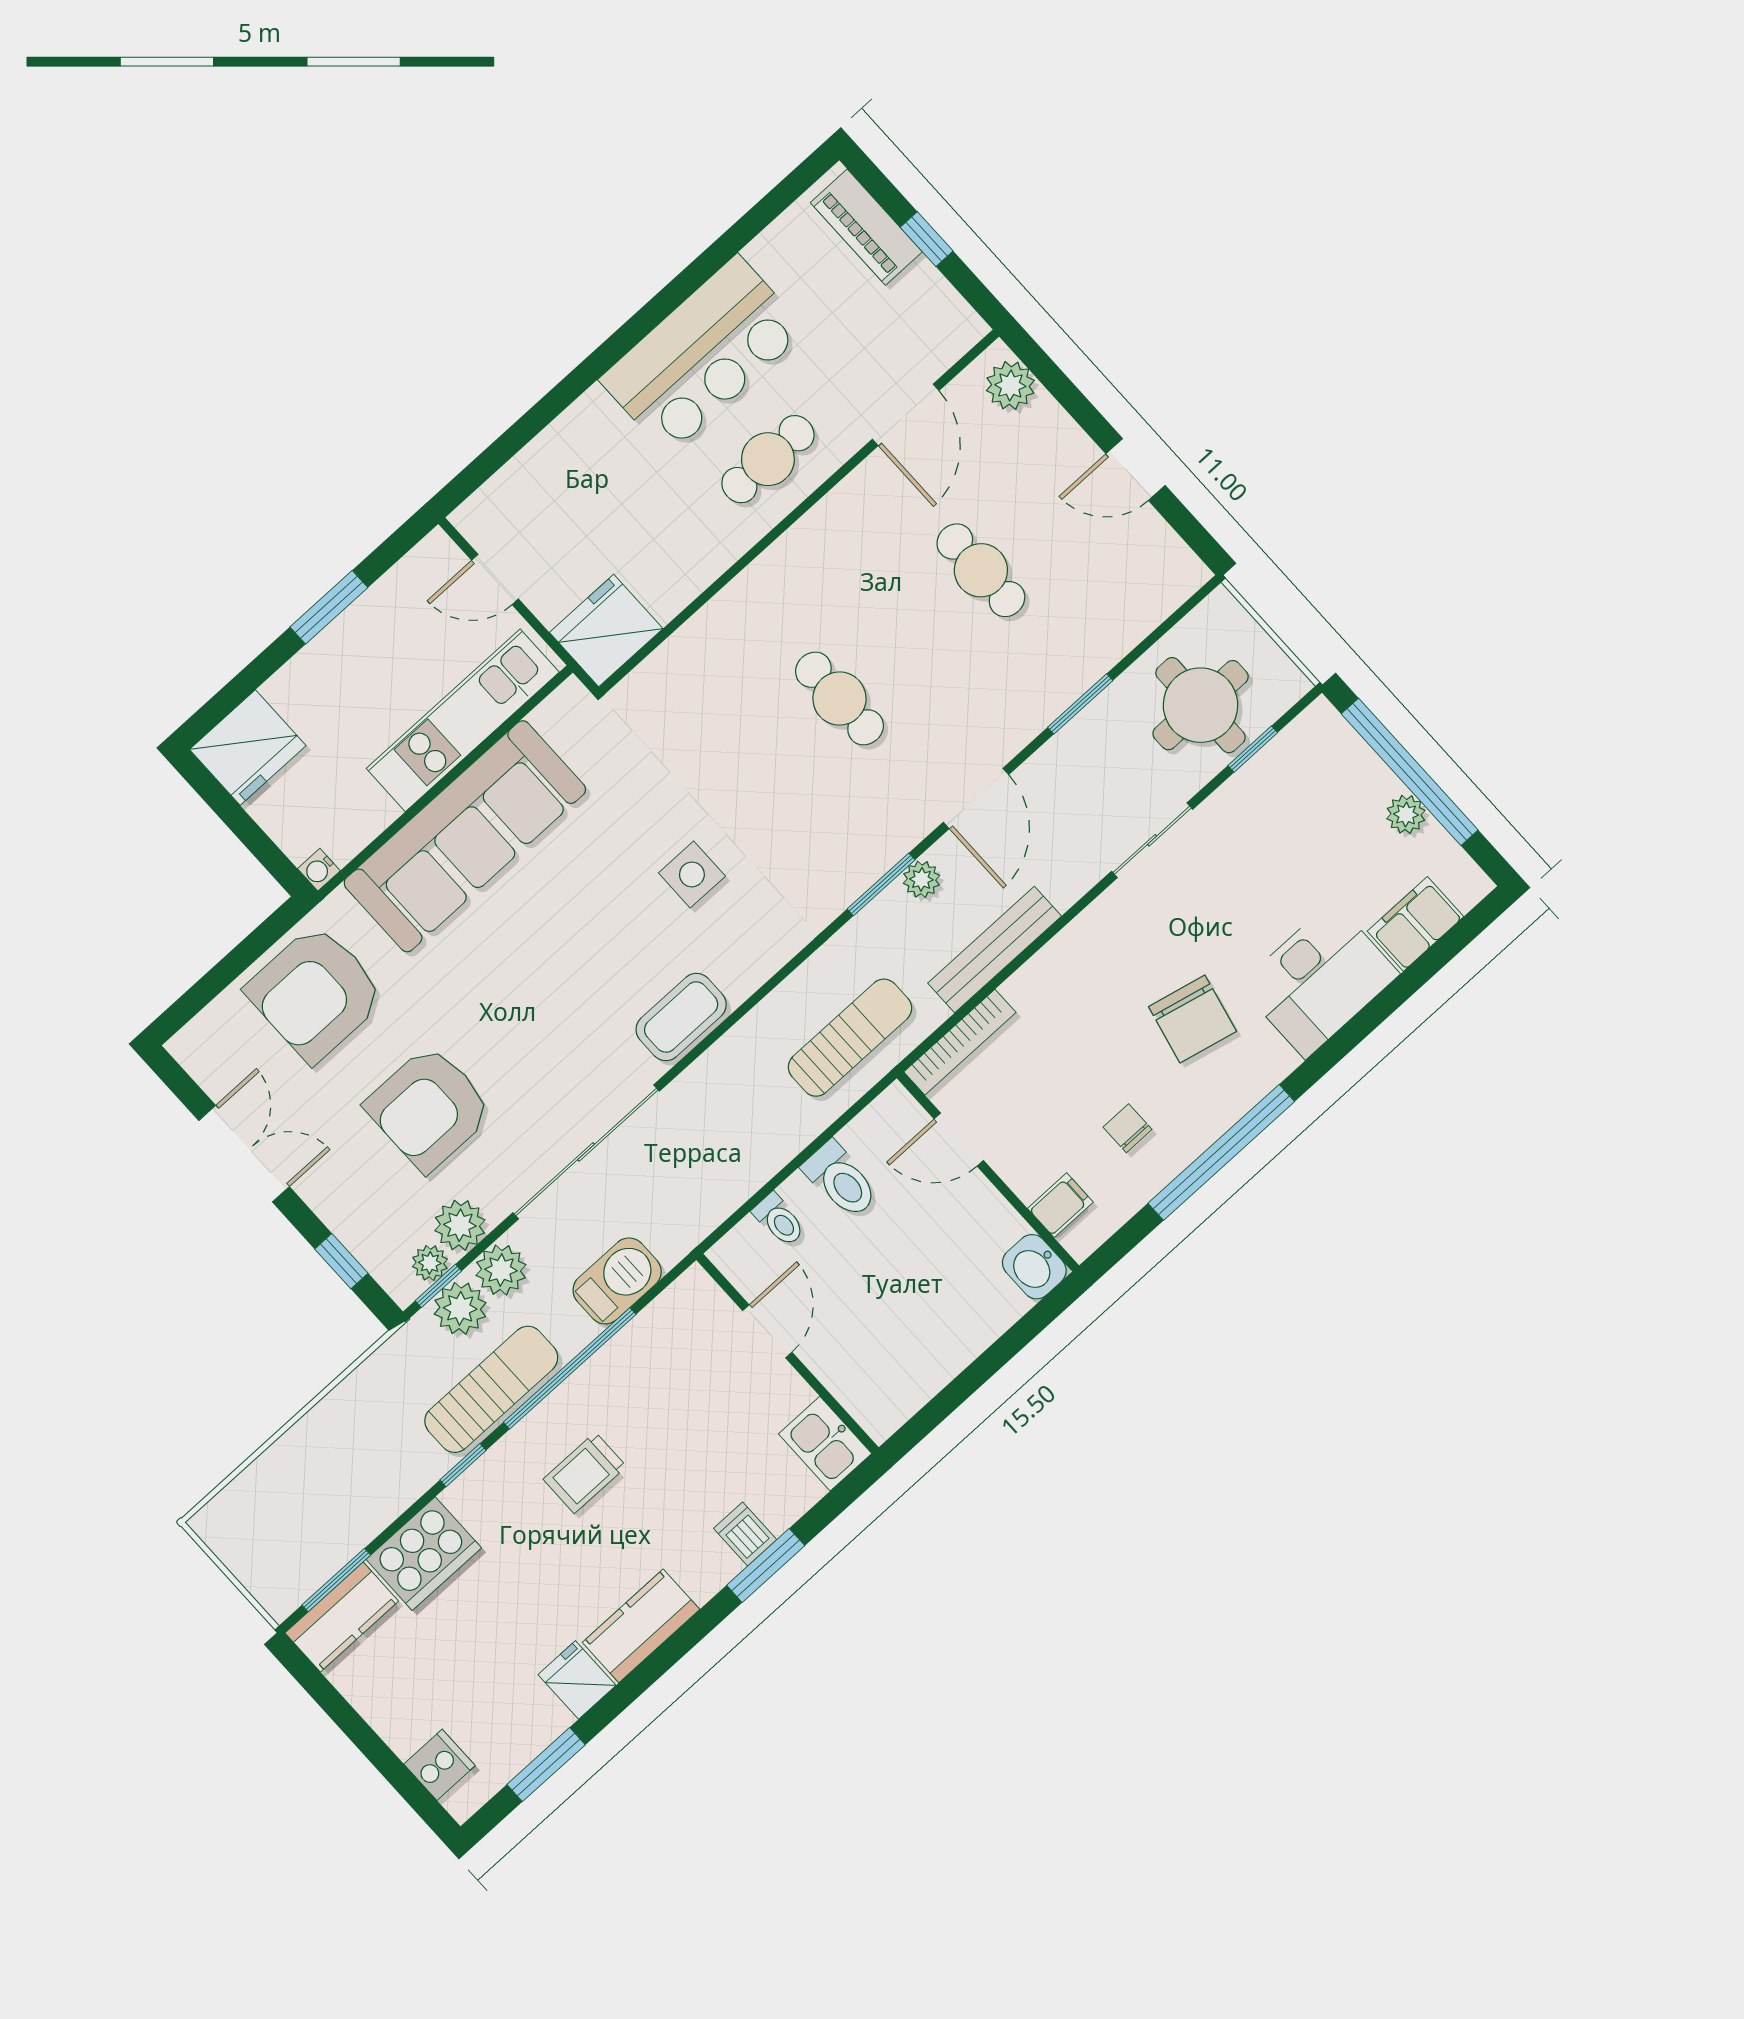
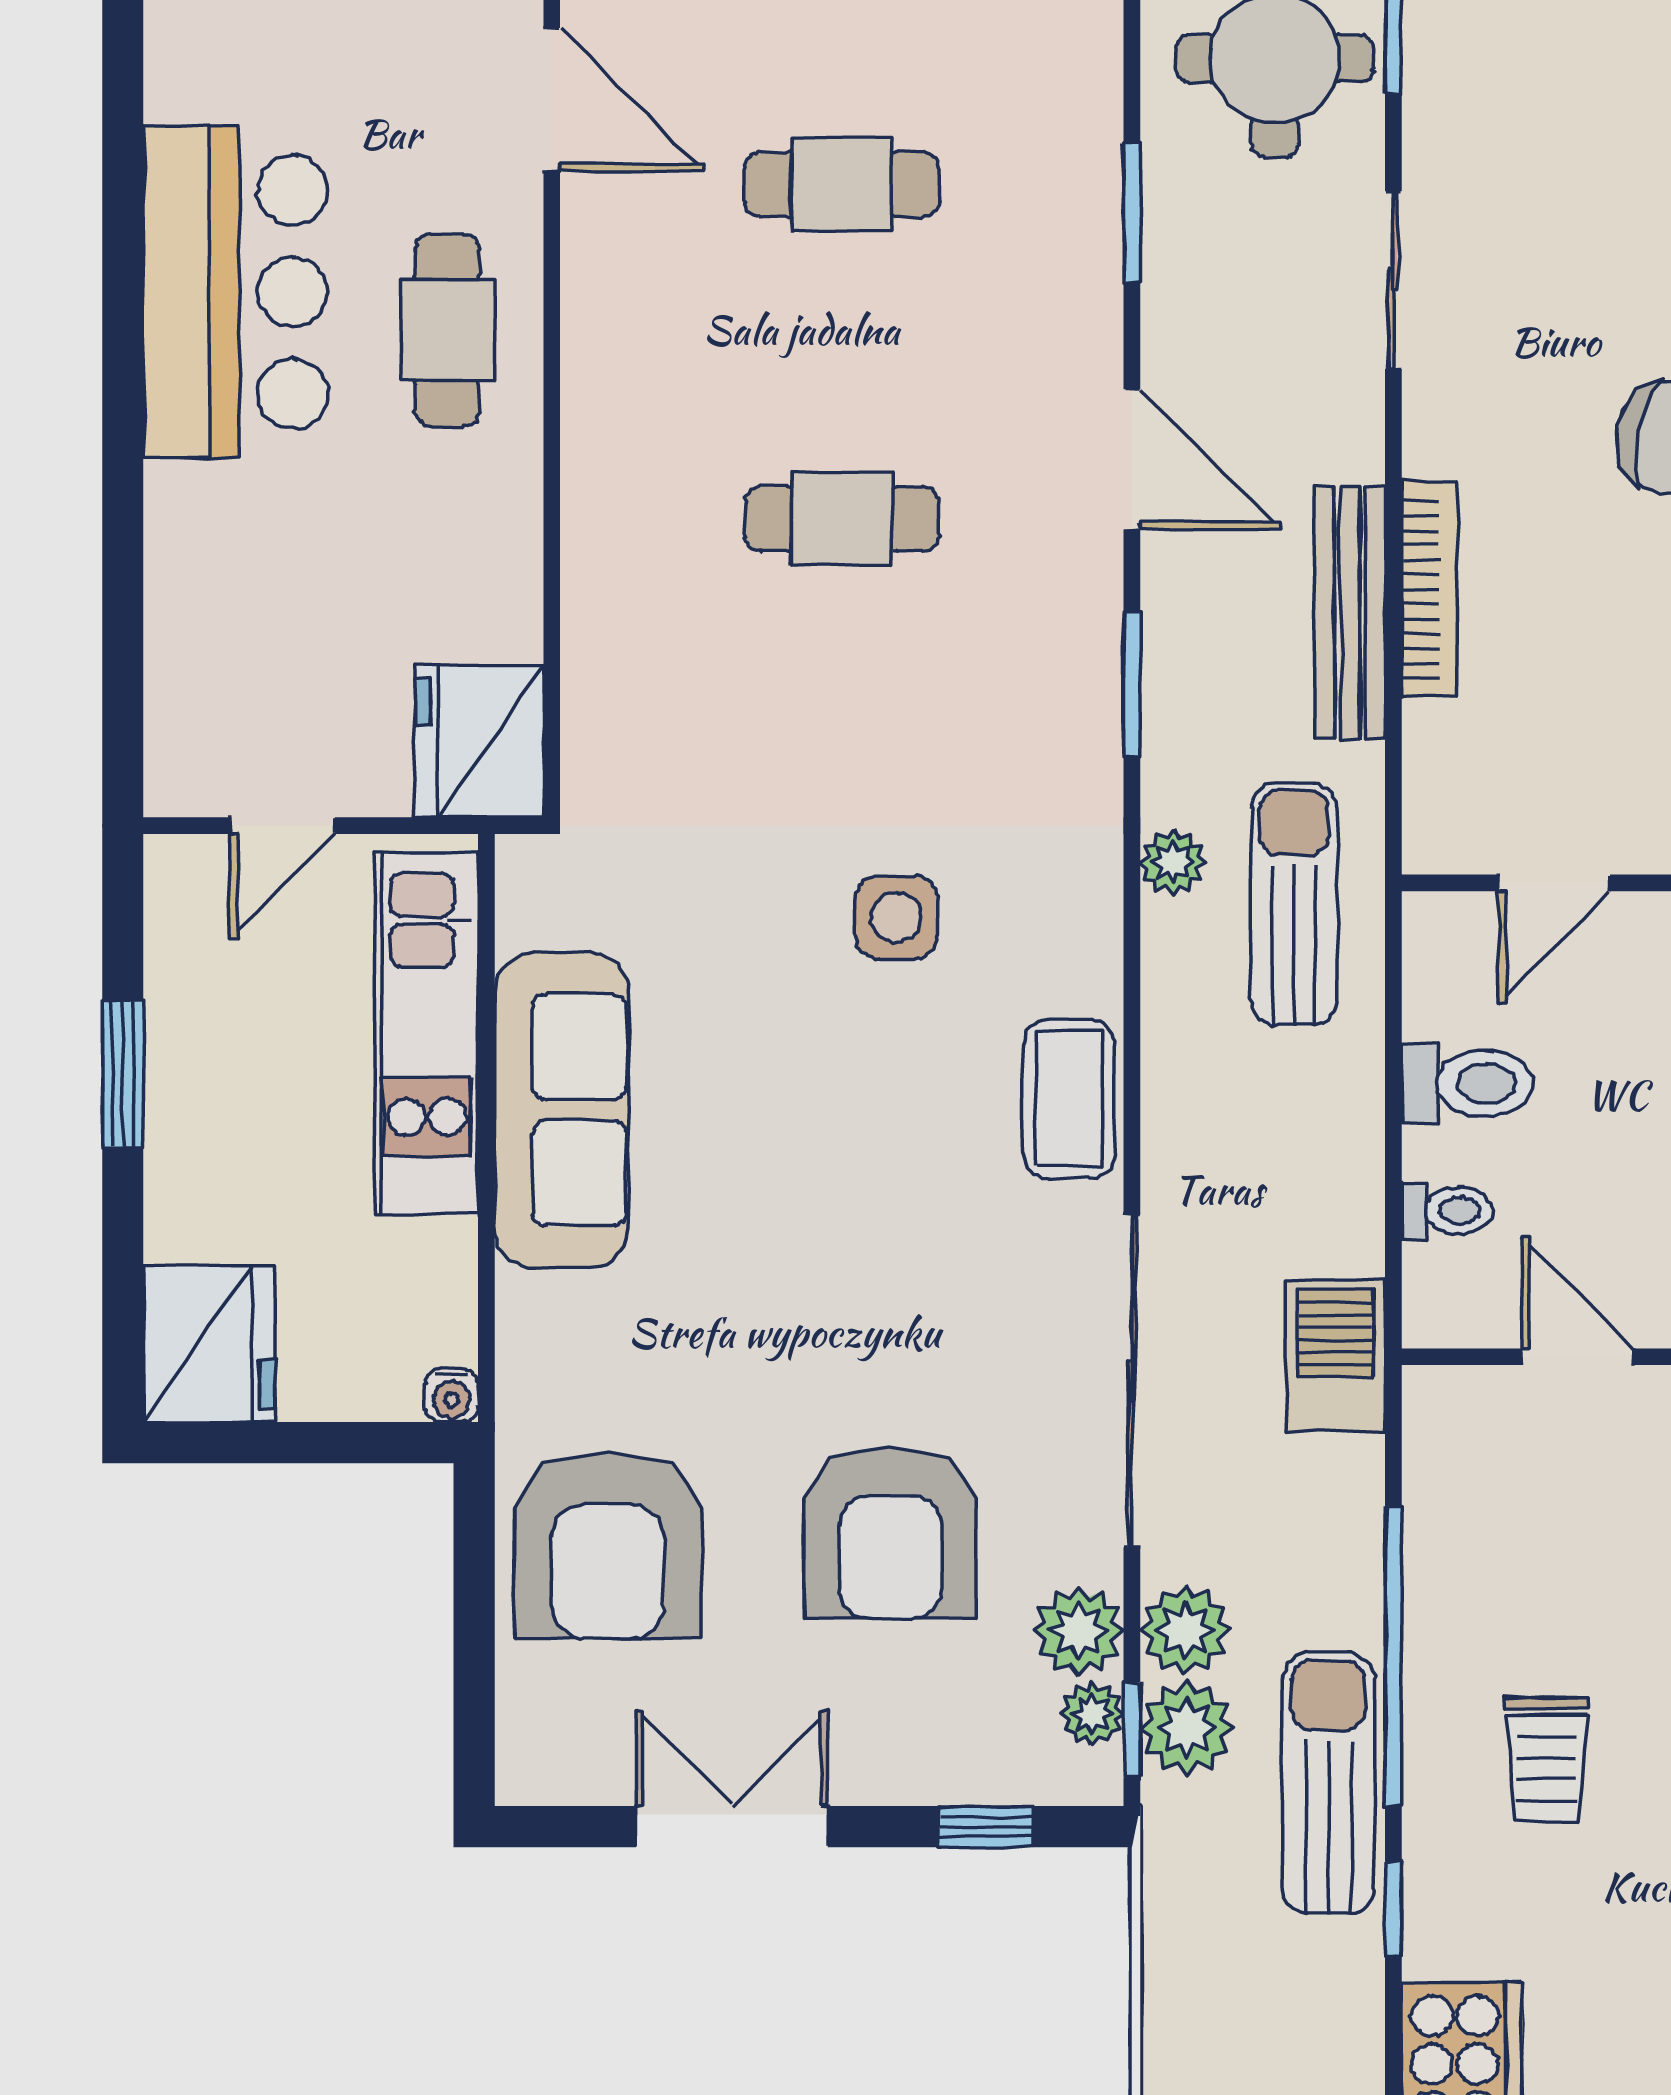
sofa: (465, 836) -> (562, 1110), width x0.74, depth x0.79
plant: (921, 879) -> (1173, 862), moved
bookcase: (960, 1042) -> (1429, 589), moved
barbecue: (617, 1281) -> (1336, 1356), moved

